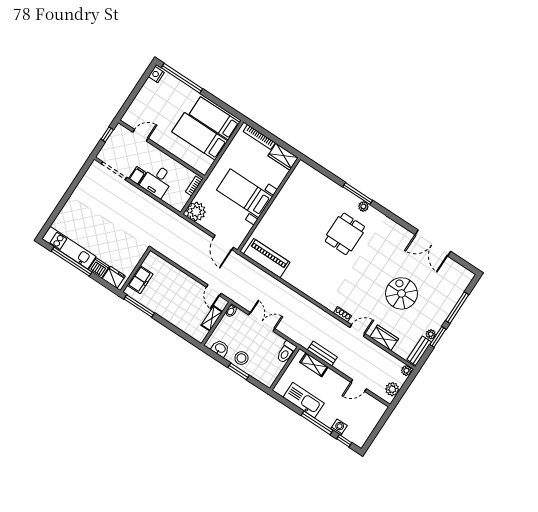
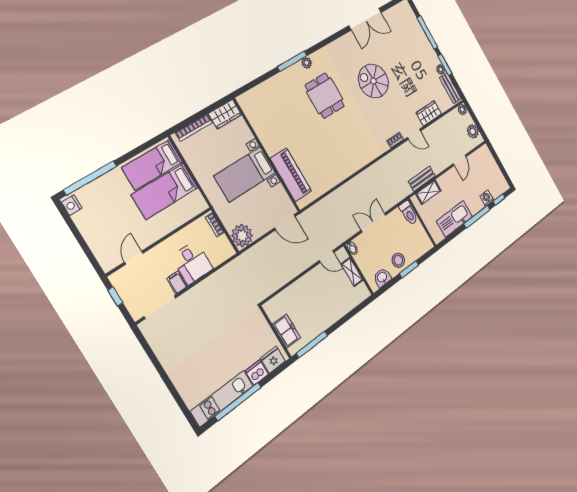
piano: (267, 258) -> (291, 175), moved, turned 90
spiral stairs: (402, 293) -> (373, 81), moved
door: (357, 330) -> (414, 134), swing flipped

